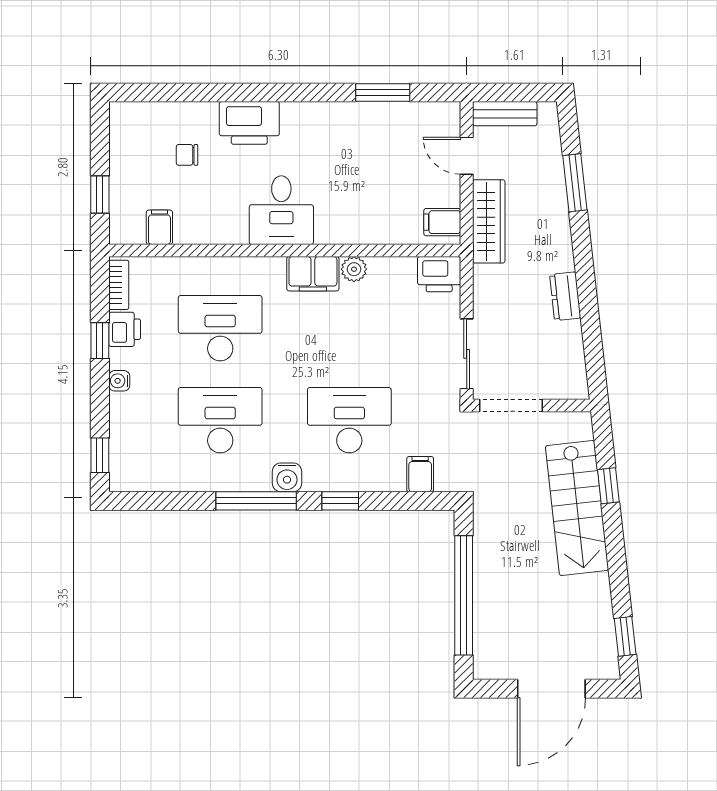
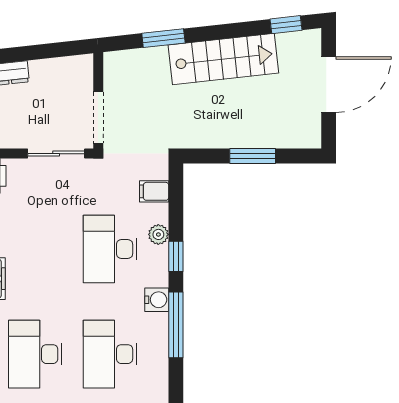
plant: (367, 480) -> (158, 234), added
window: (608, 486) -> (163, 38), width x1.50
stairs: (577, 508) -> (223, 59), moved
window: (464, 595) -> (253, 156), width x0.47
door: (551, 689) -> (329, 85), hinge flipped

